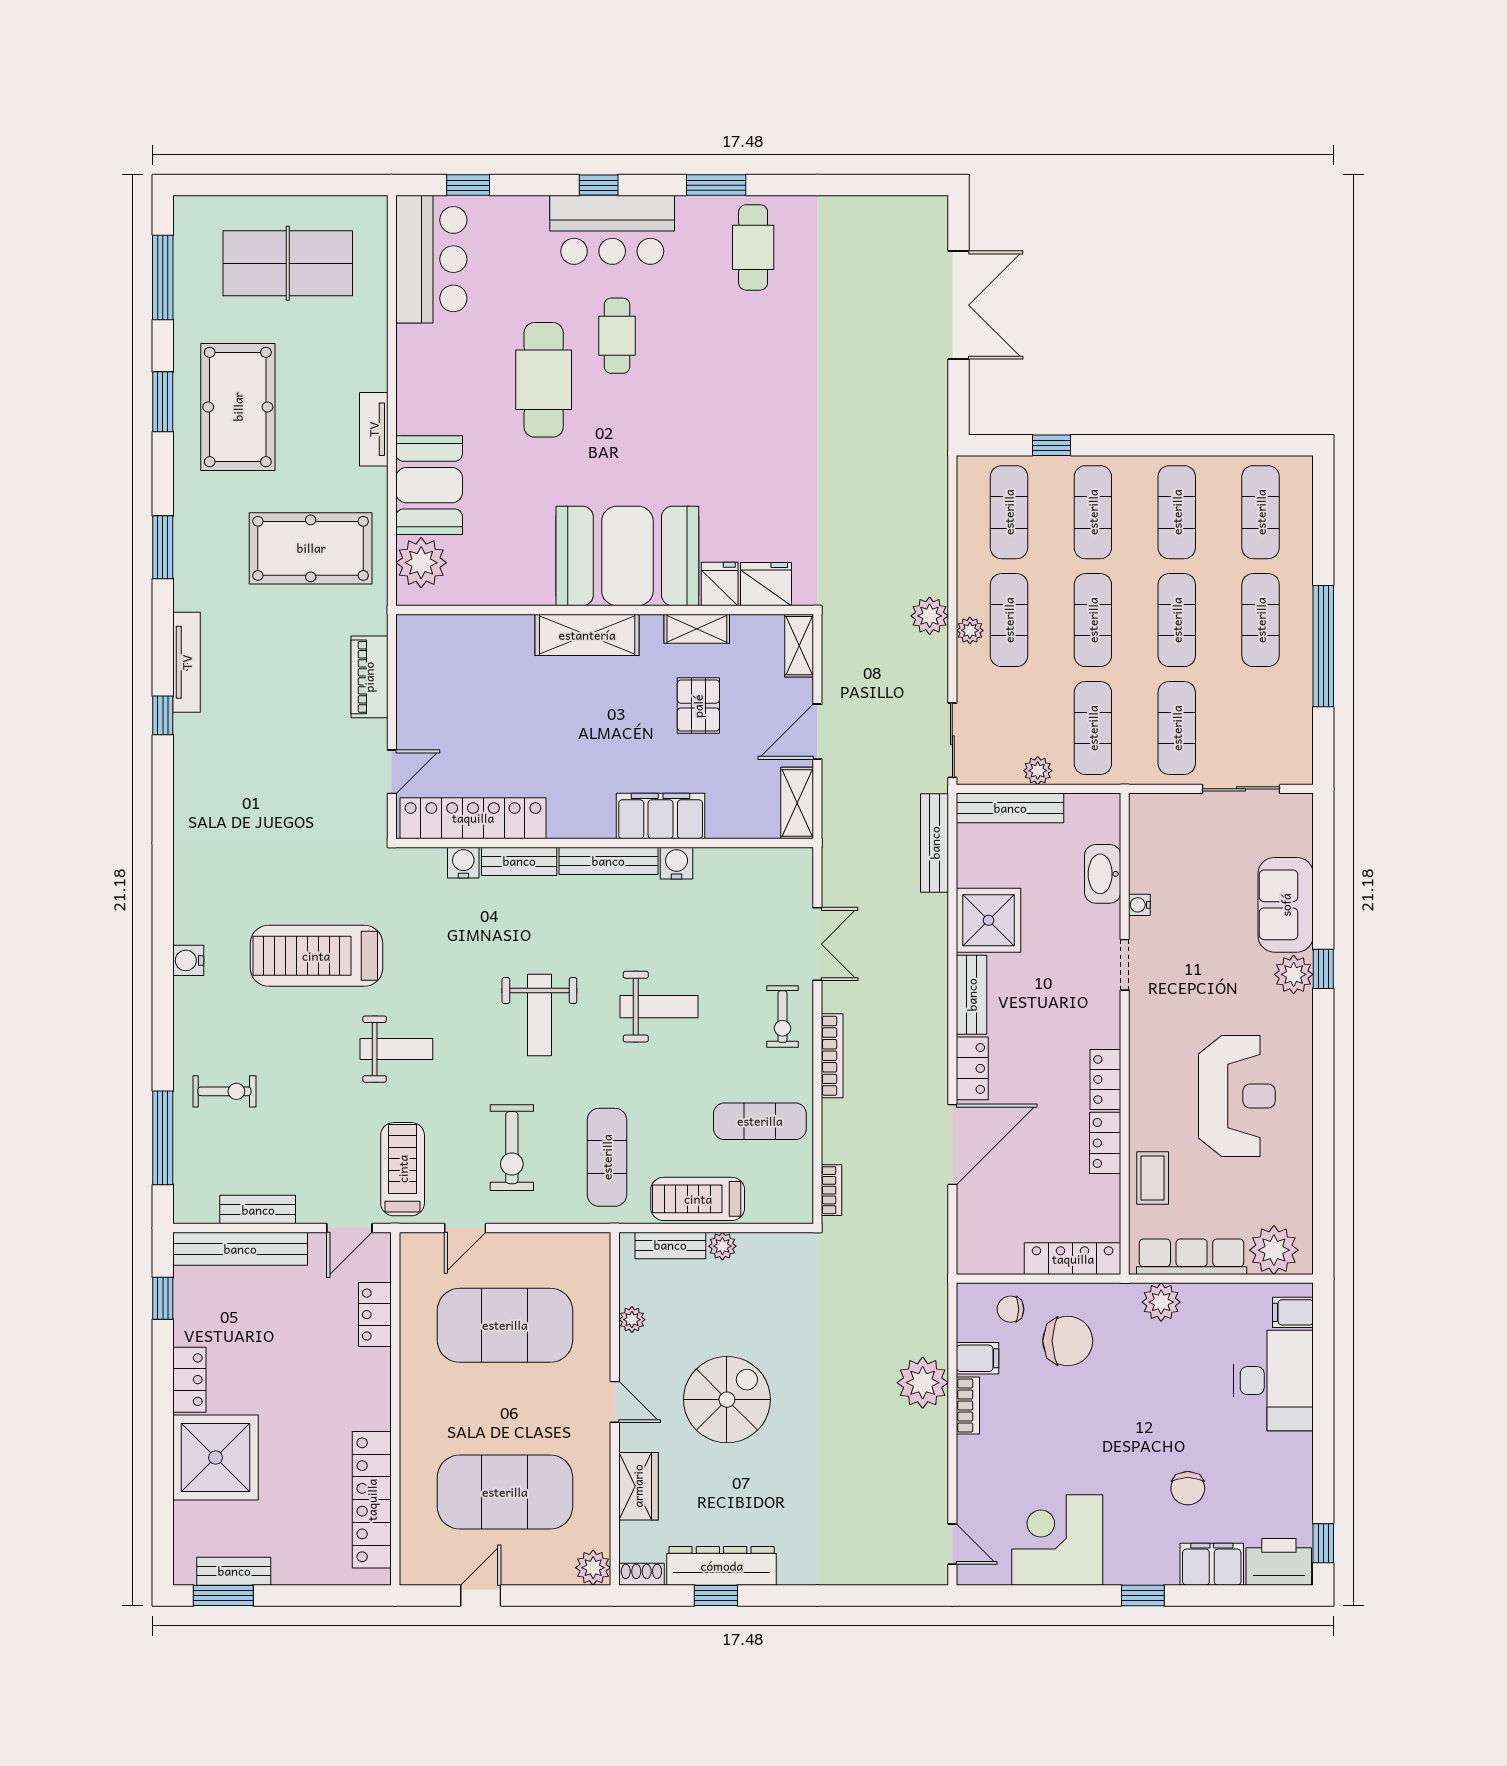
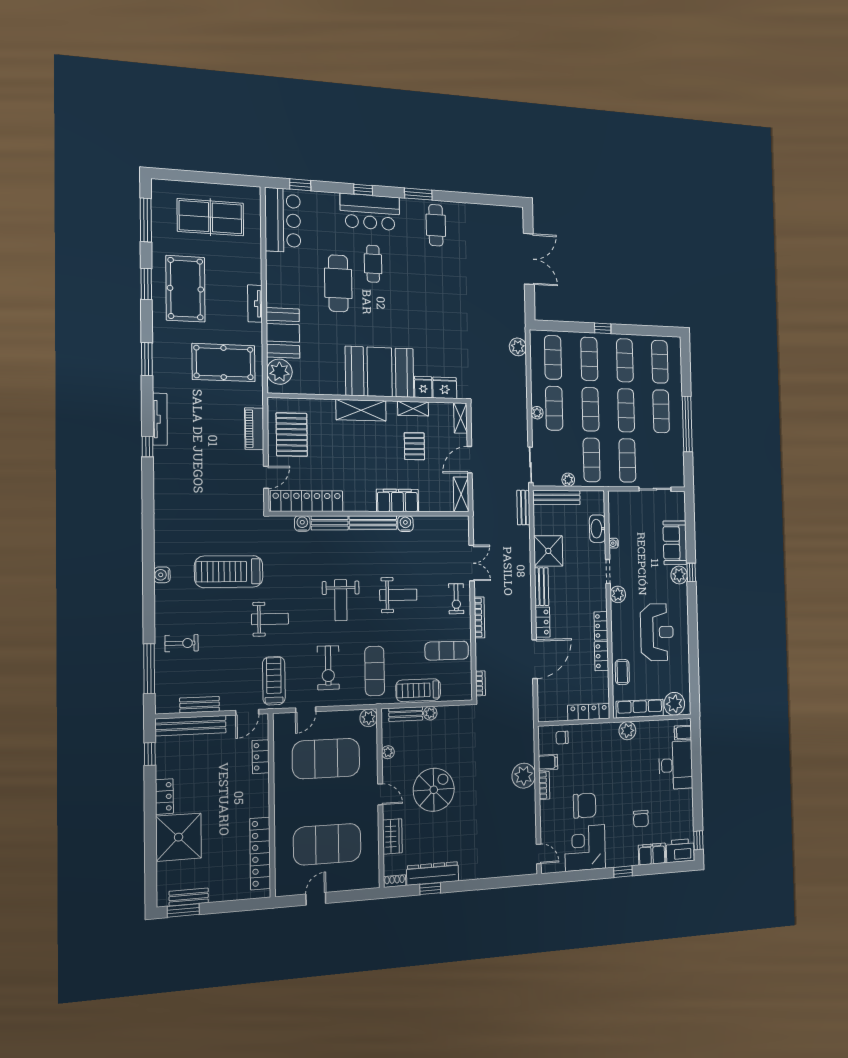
window: (1051, 445) -> (603, 328), moved
plant: (930, 616) -> (518, 347), moved
pallet: (444, 687) -> (292, 435), added
bench: (935, 843) -> (523, 508), width x0.73
plant: (1147, 1014) -> (618, 594), added
chair: (1068, 1341) -> (585, 806), moved
plant: (593, 1568) -> (369, 718), moved

